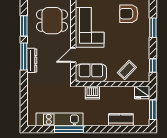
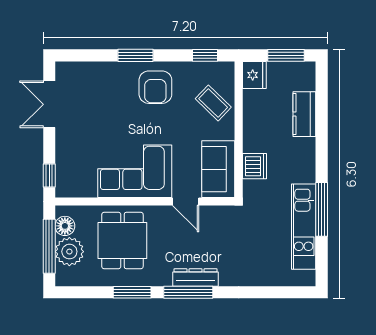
armchair: (129, 14) -> (155, 87), moved

